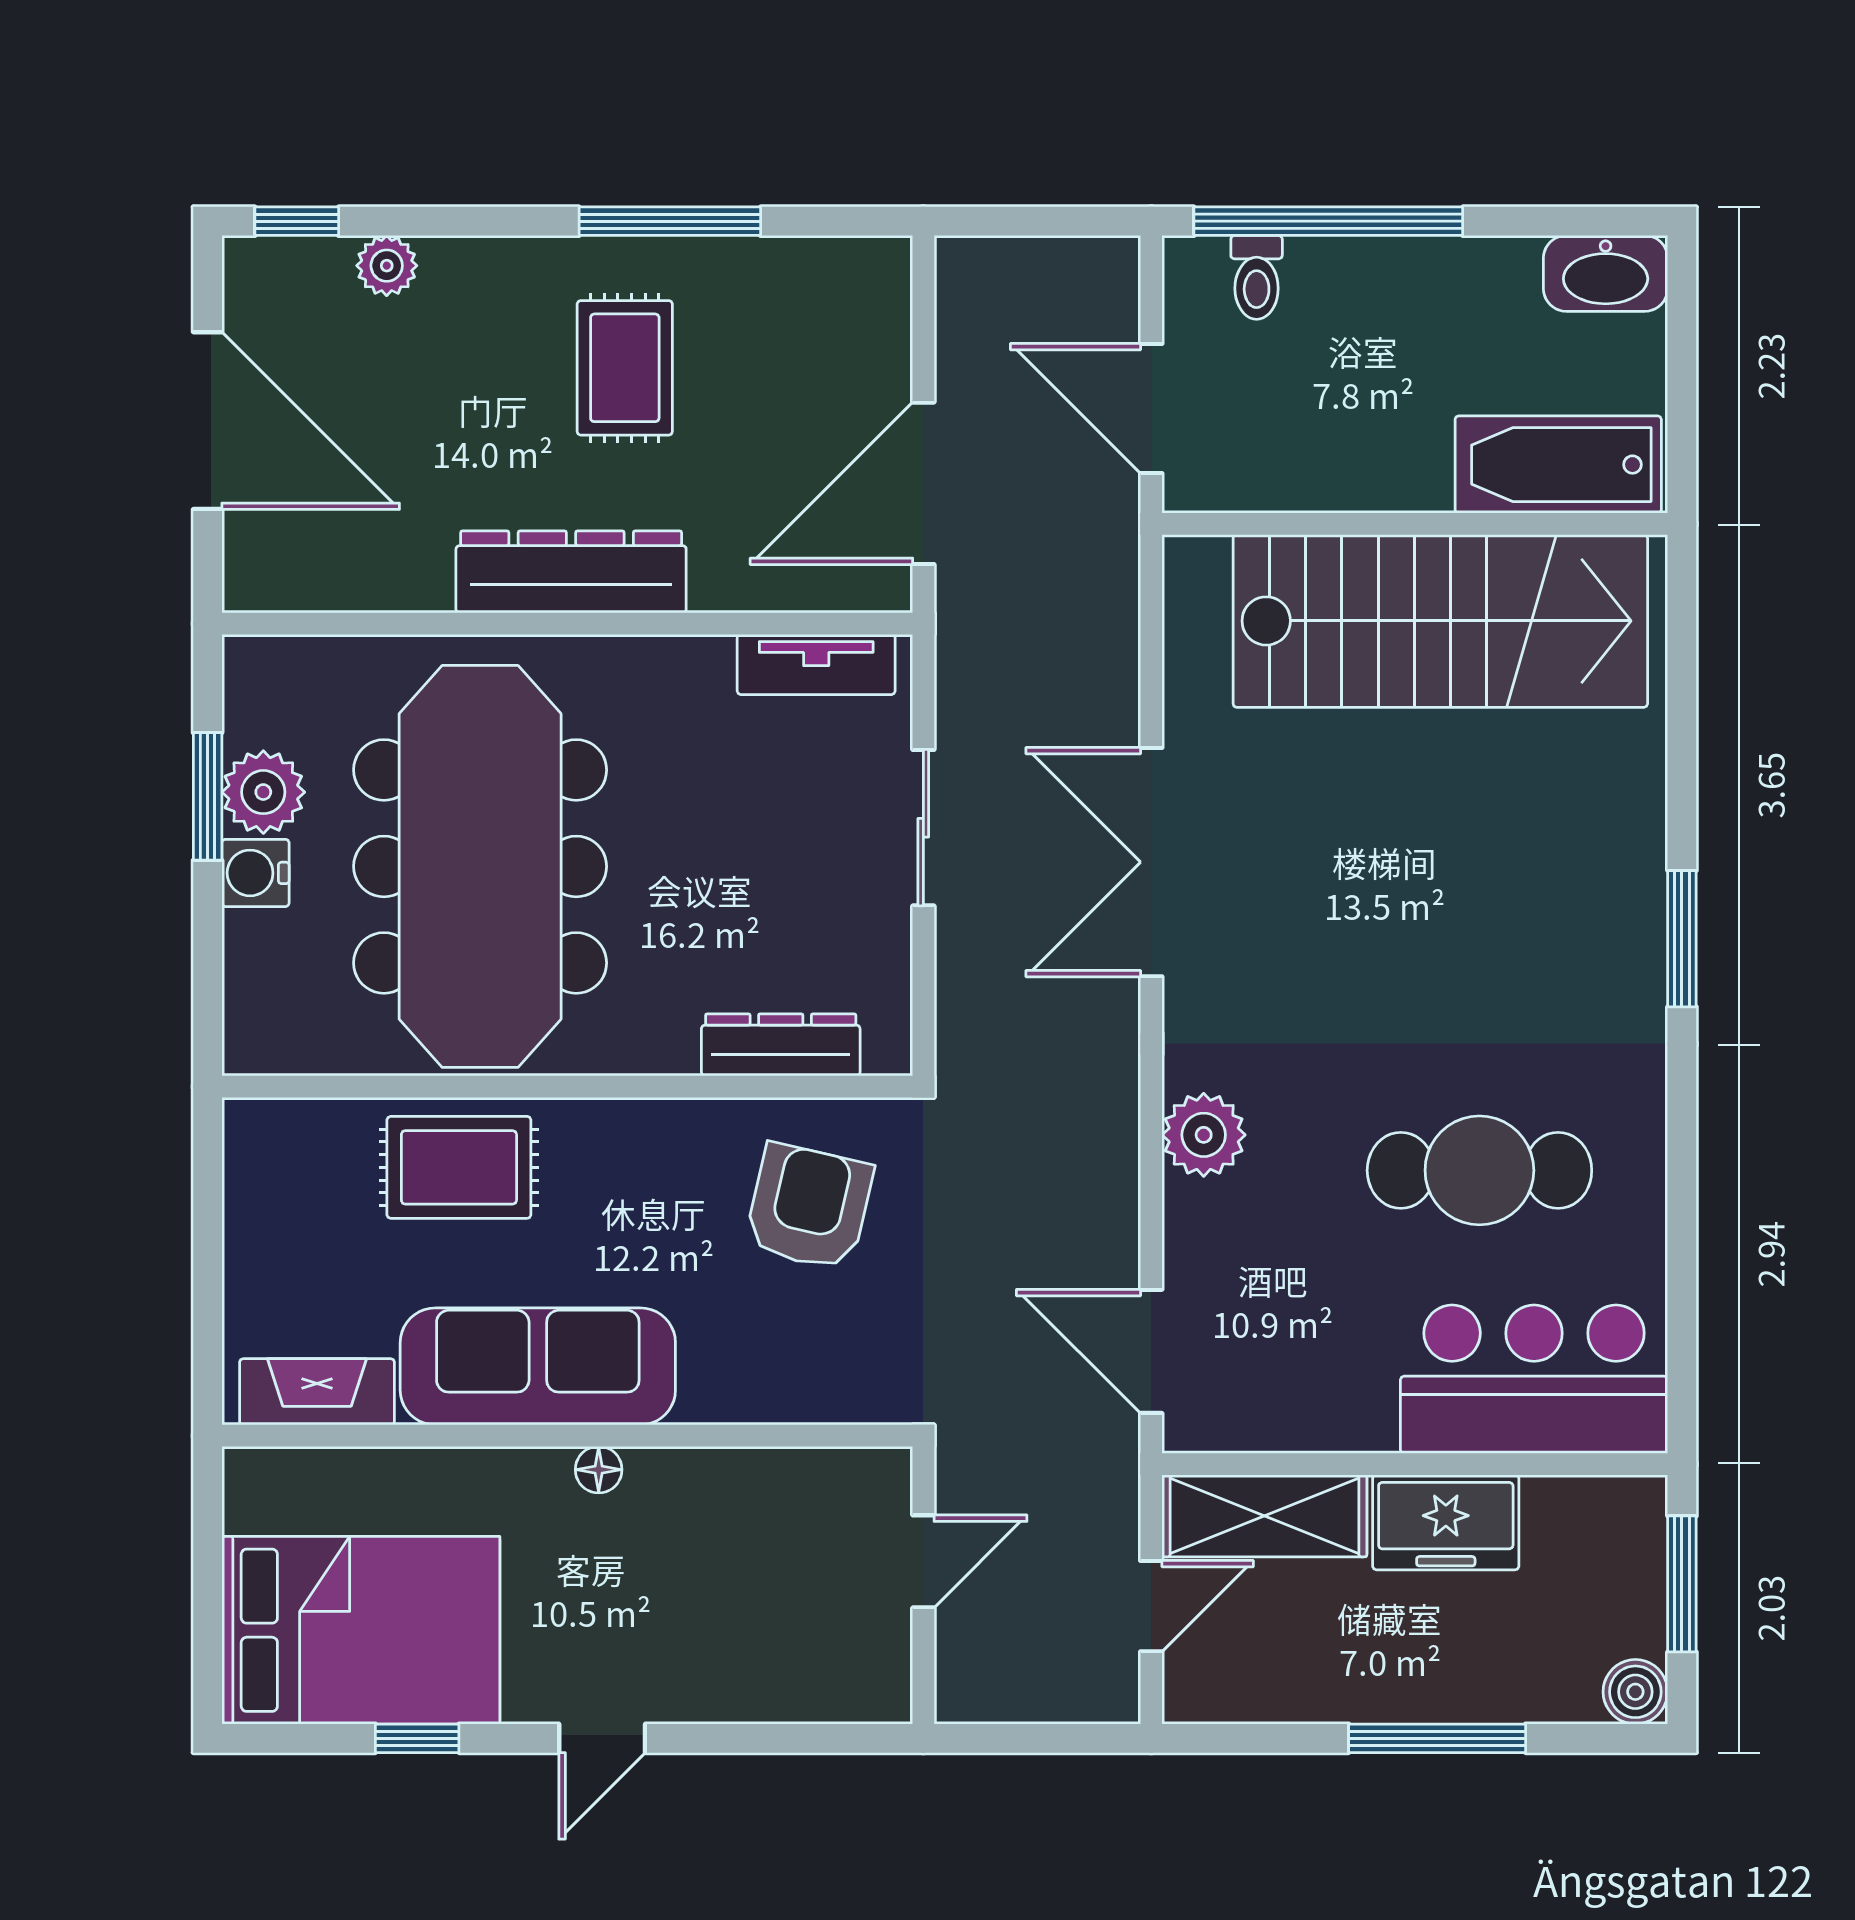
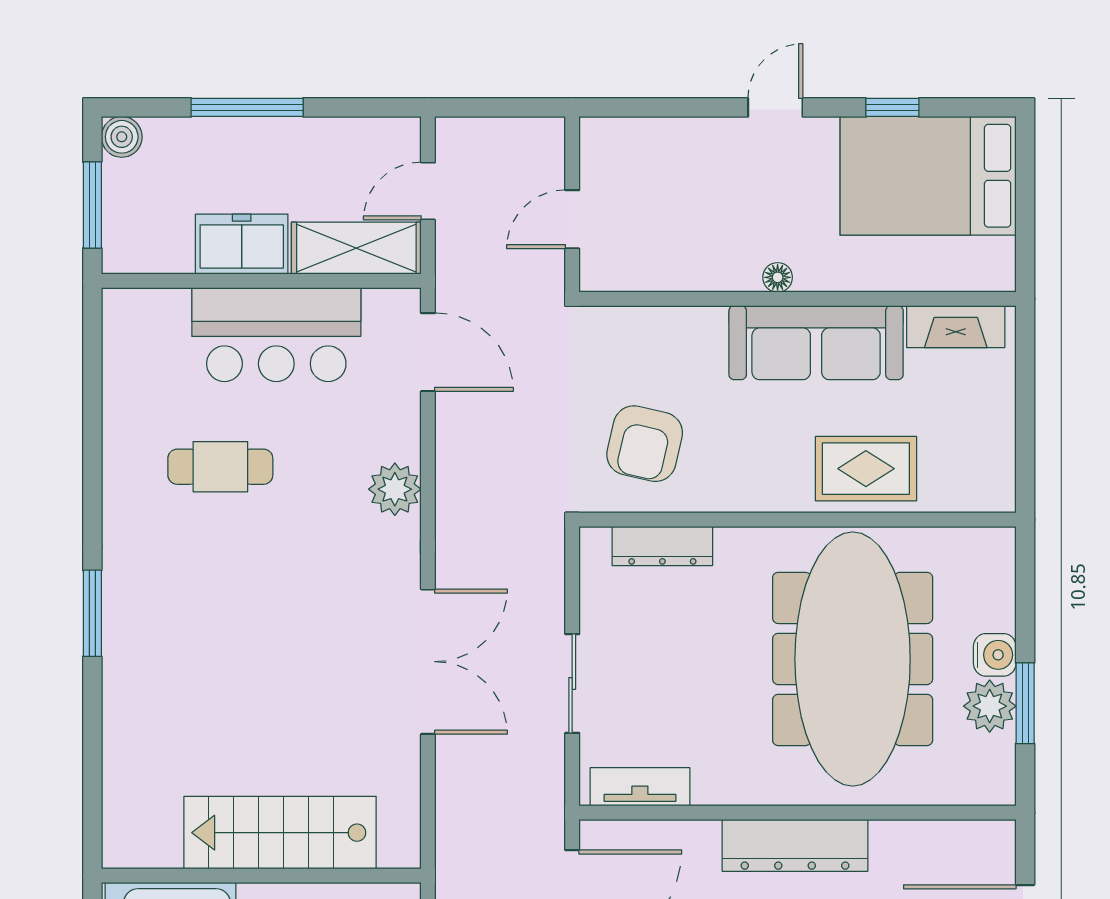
stairs: (1440, 621) -> (280, 833), width x0.73, depth x0.66
cafe table: (1479, 1170) -> (220, 467), width x0.73, depth x0.74
bar counter: (1534, 1379) -> (276, 335), moved

